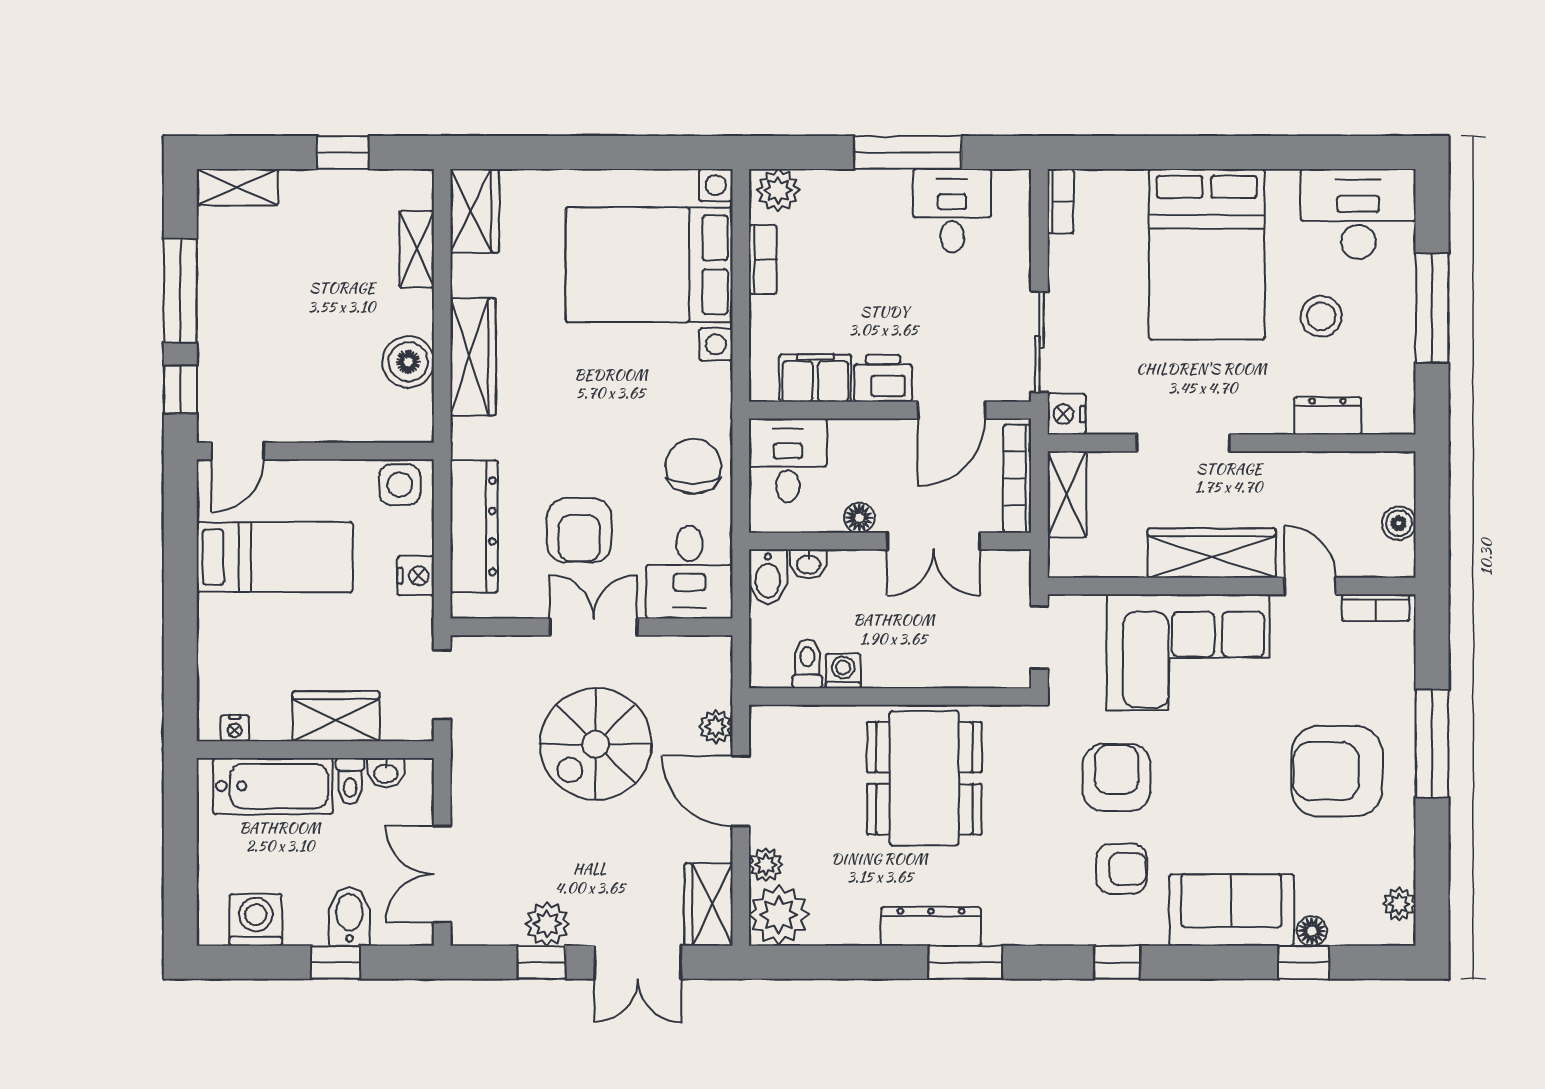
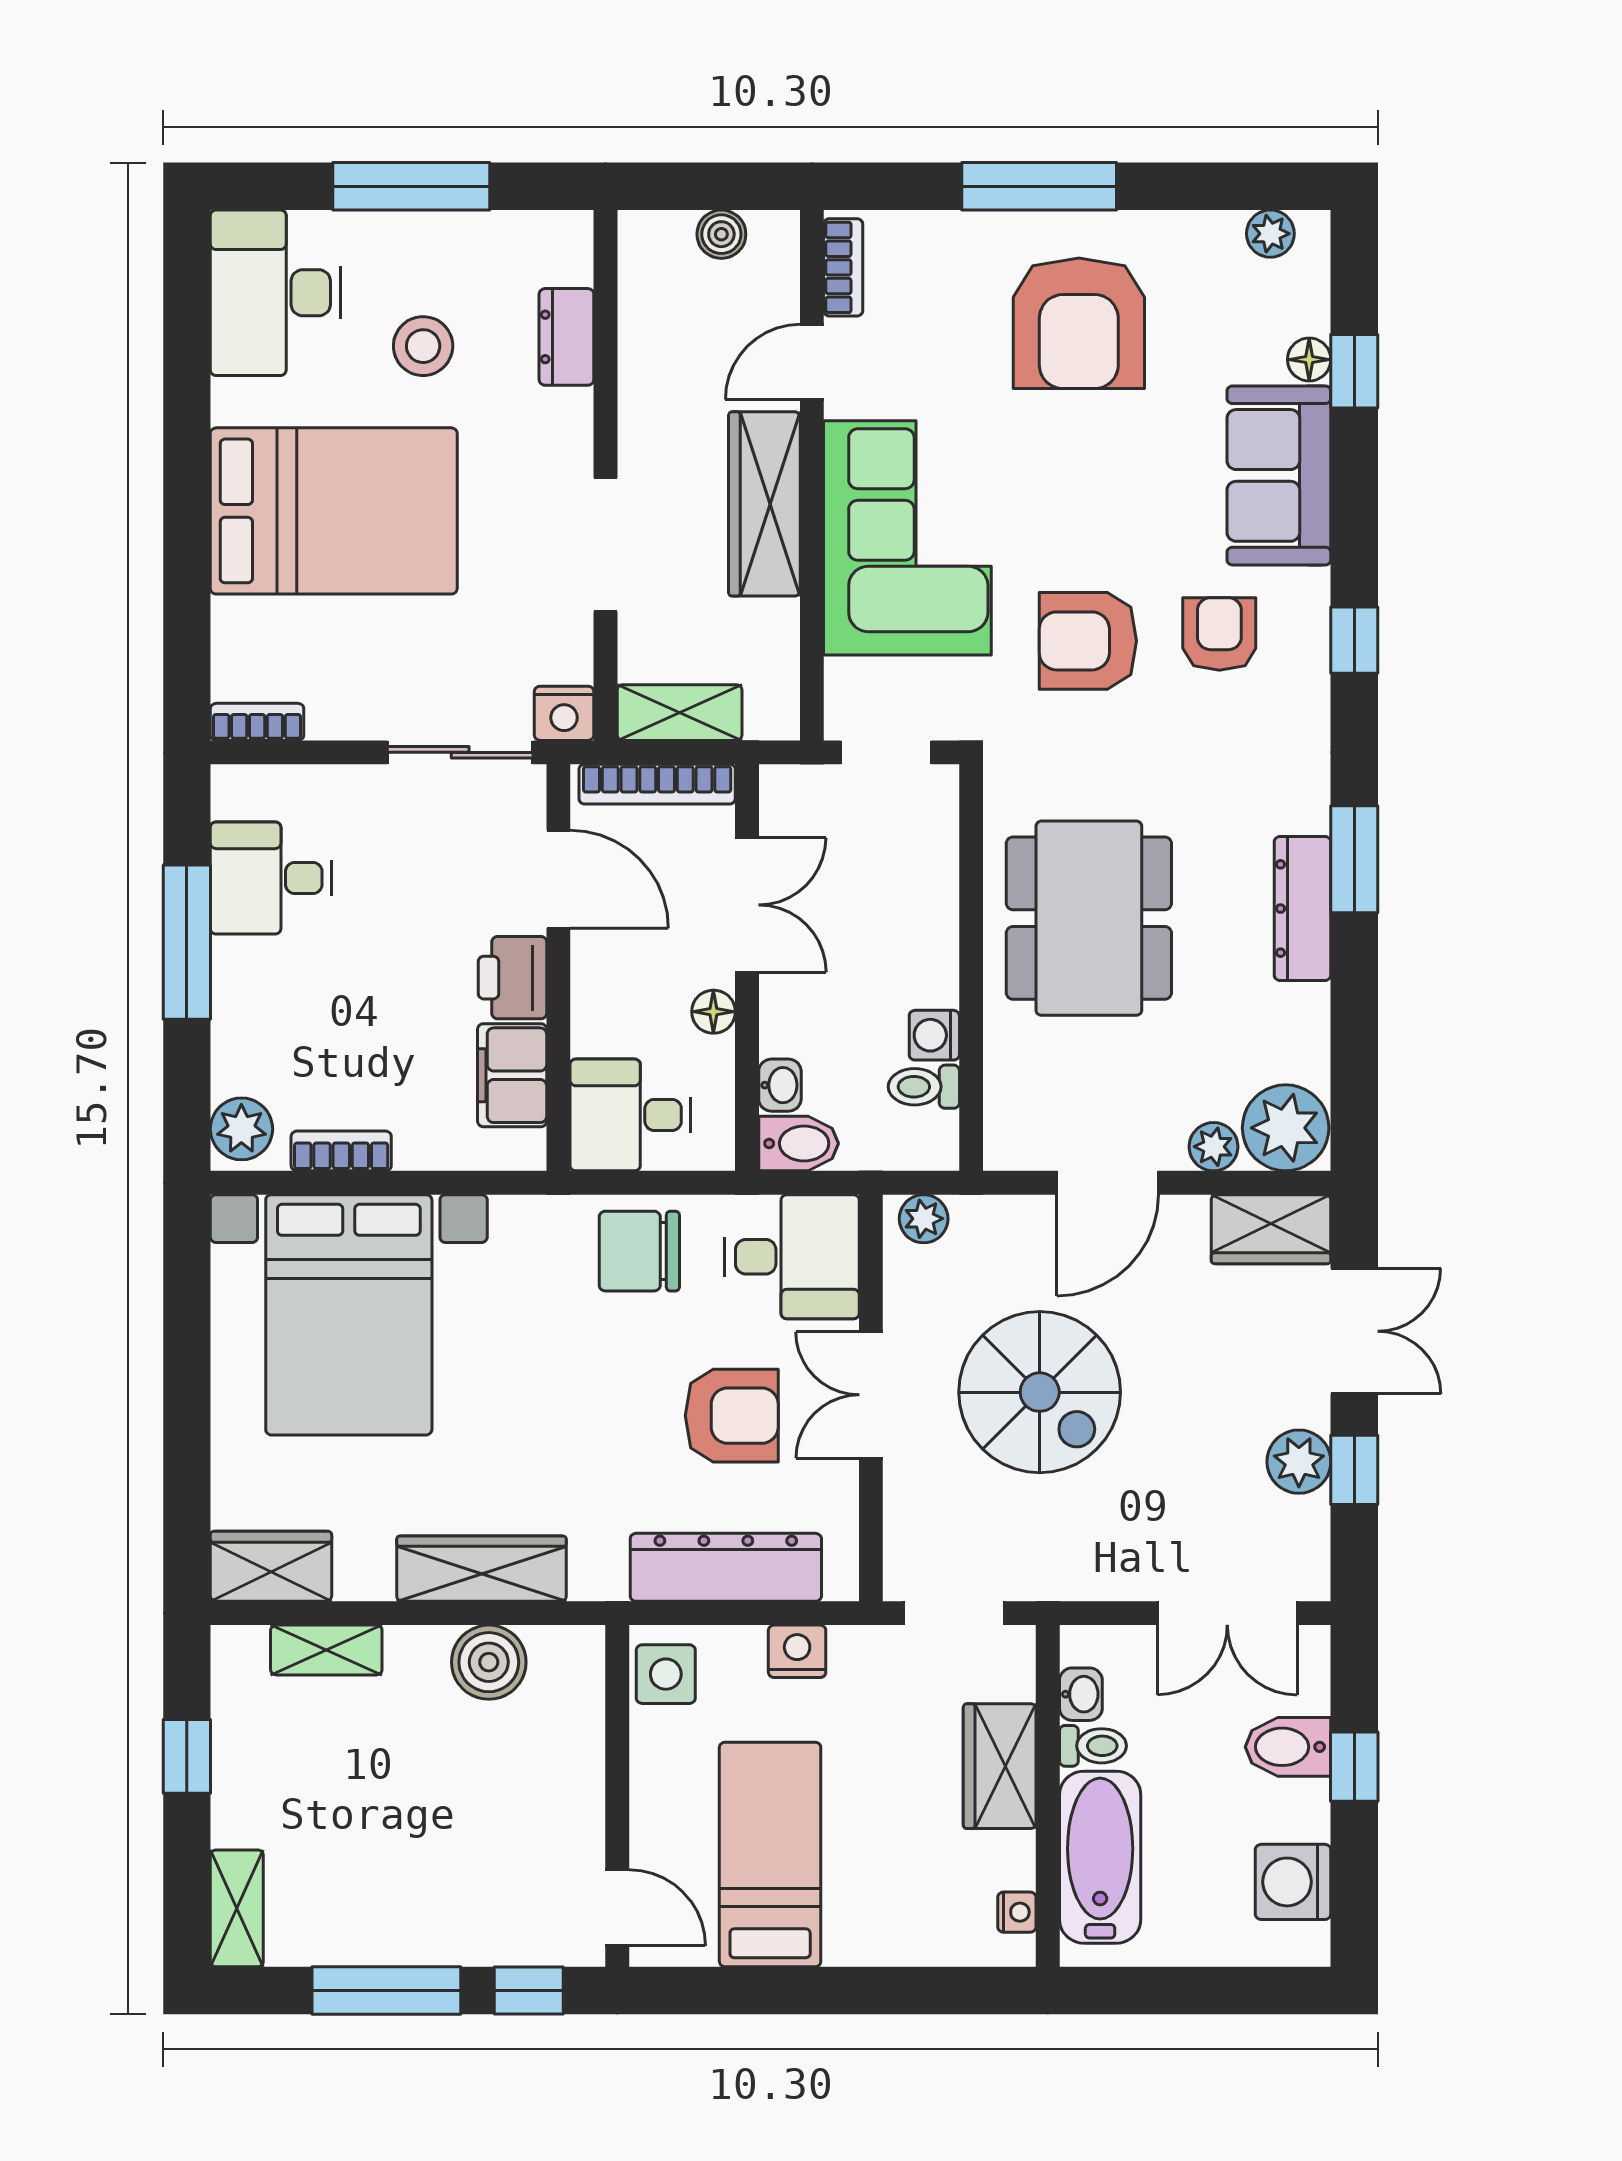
plant: (716, 727) -> (924, 1219), moved
dining table: (924, 778) -> (1089, 918), turned 90

